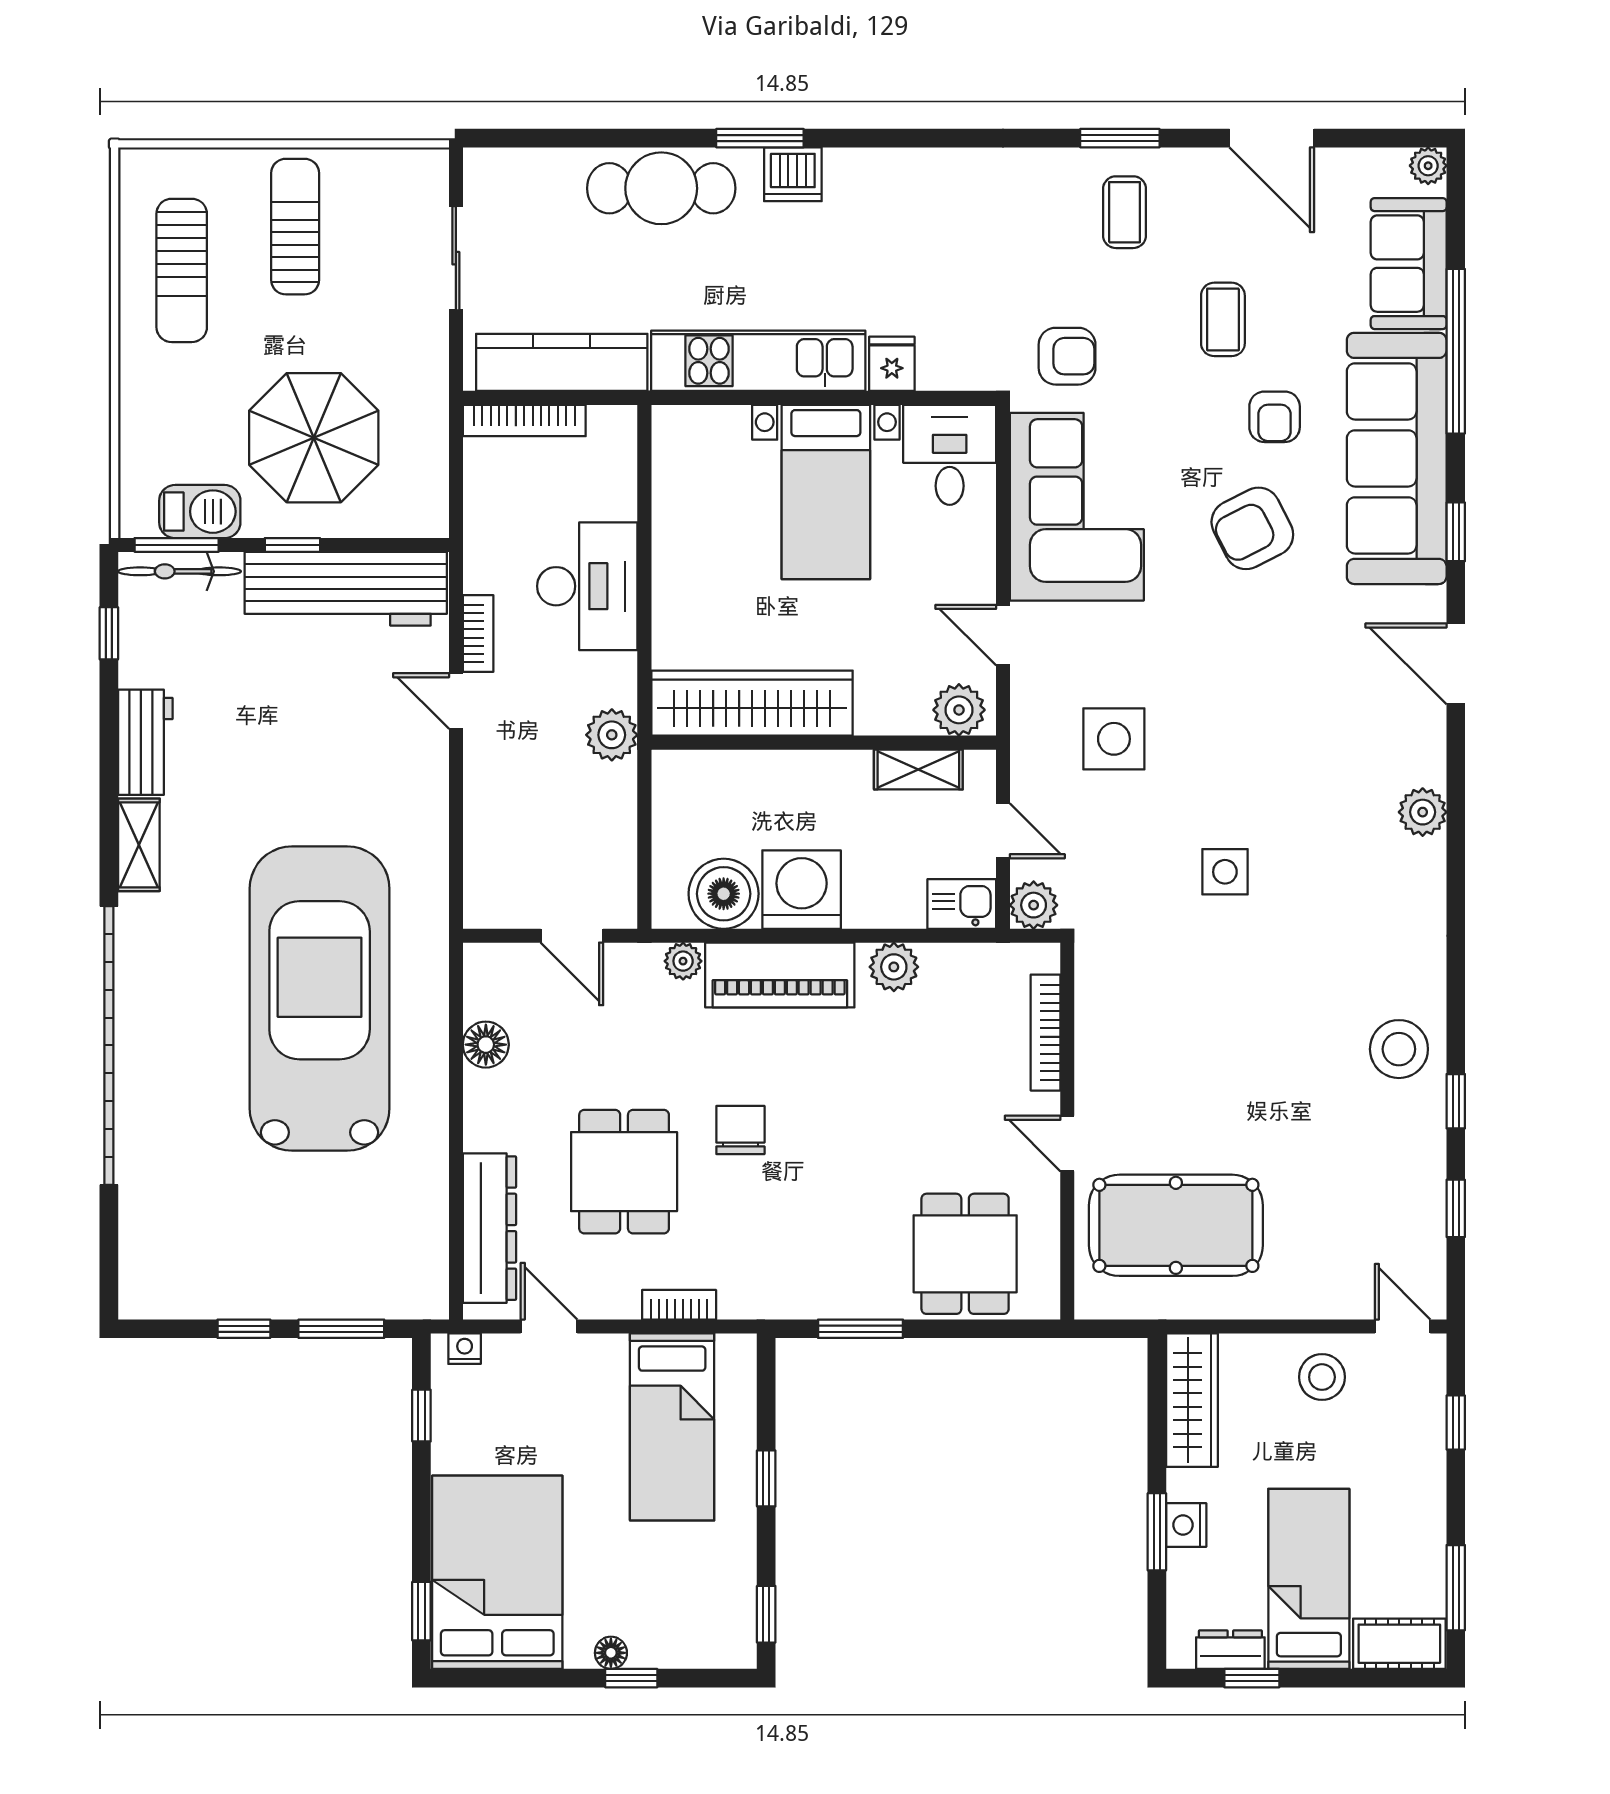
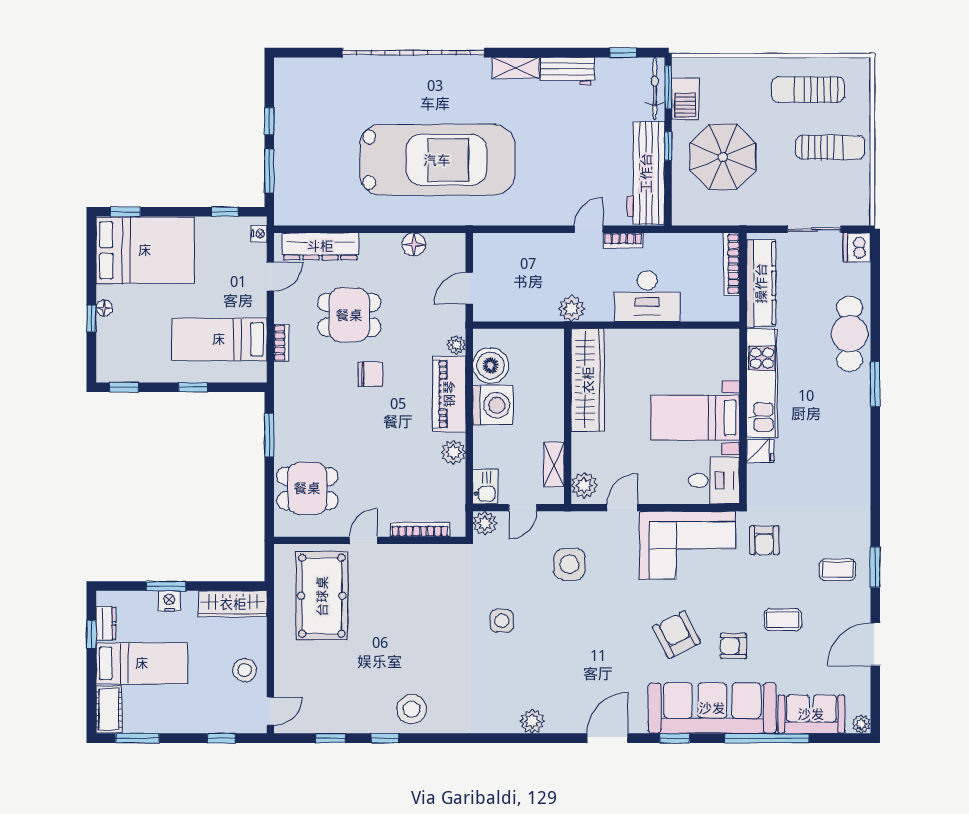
dishwasher: (793, 174) -> (857, 247), moved

